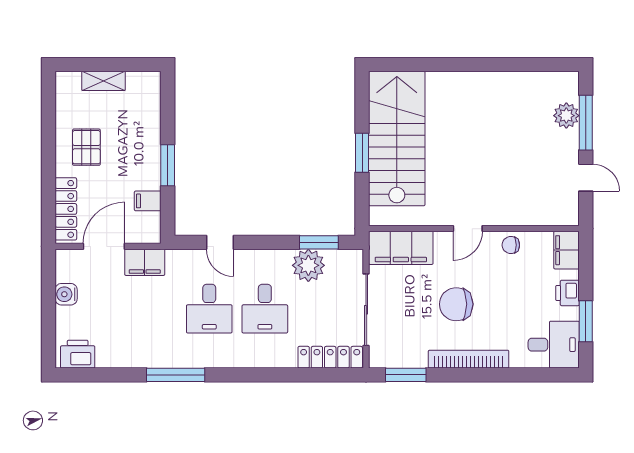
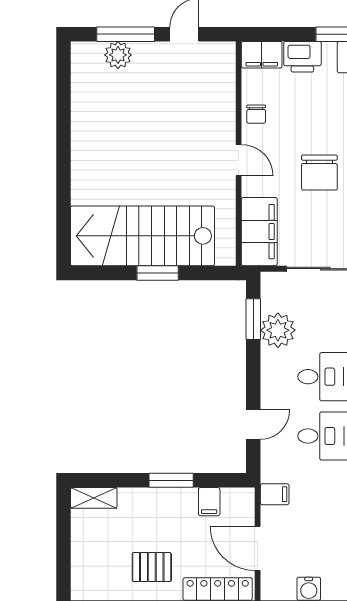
shelving: (104, 81) -> (94, 498), moved, turned 90
filing cabinet: (145, 262) -> (275, 494), width x0.50
printer: (567, 293) -> (302, 57), width x1.36, depth x1.24

